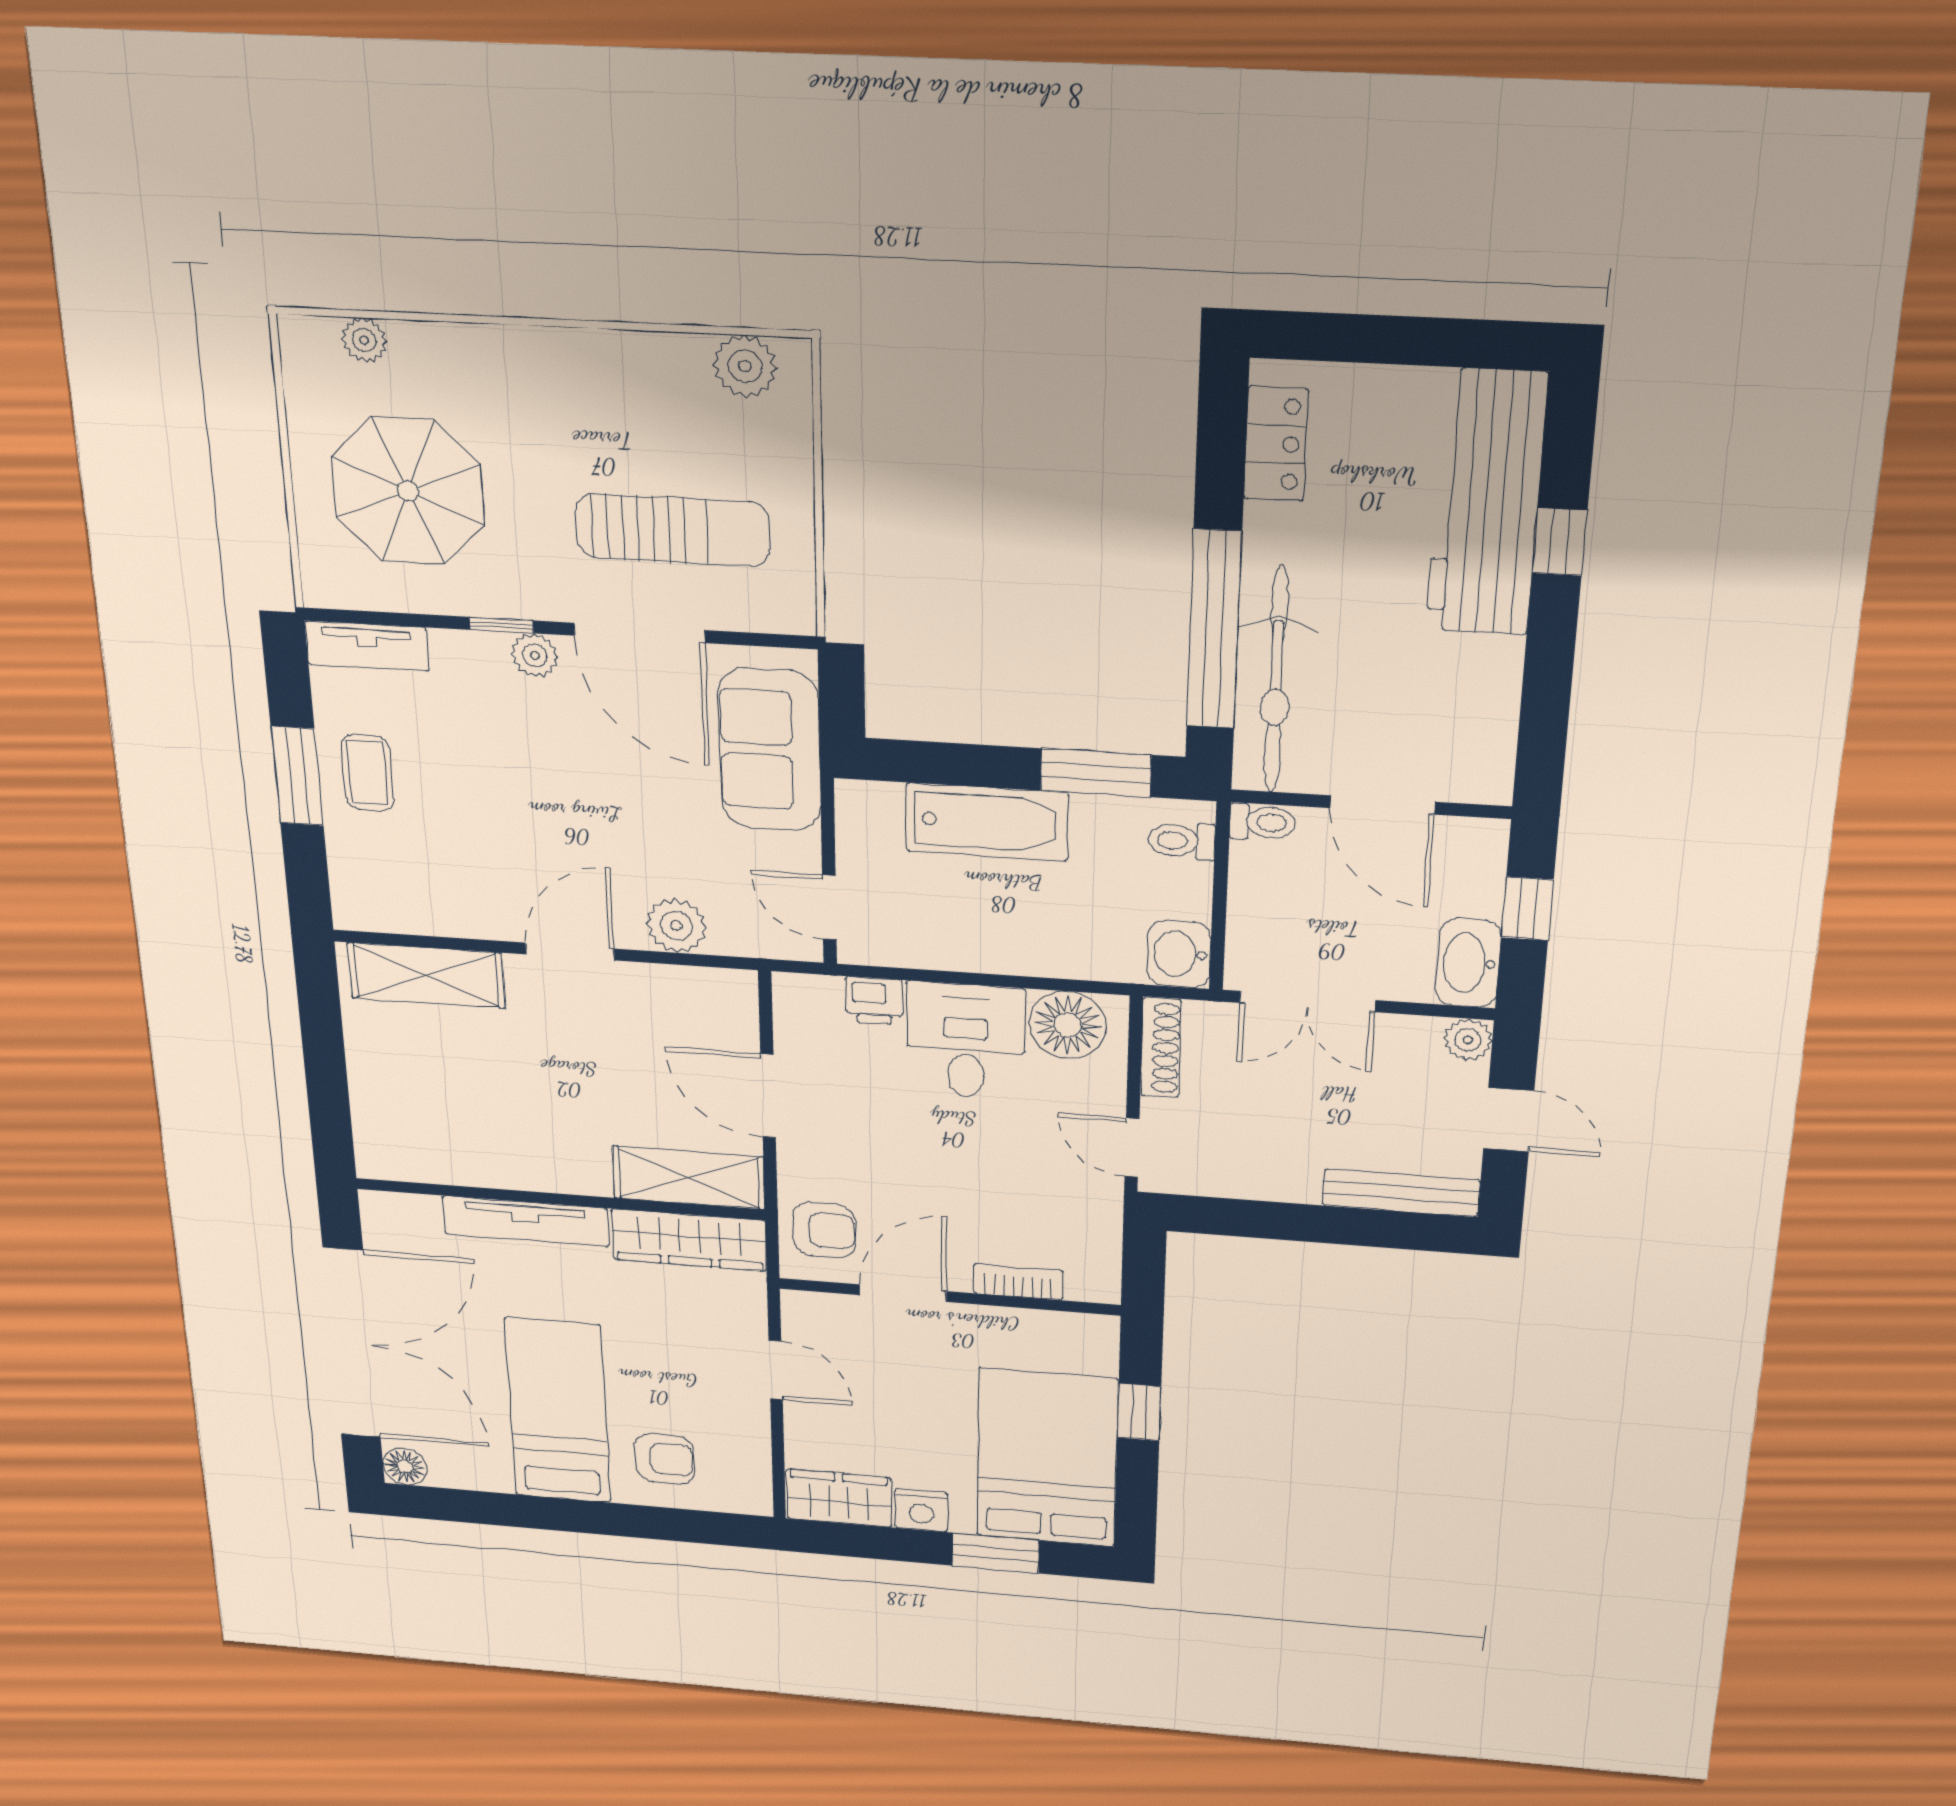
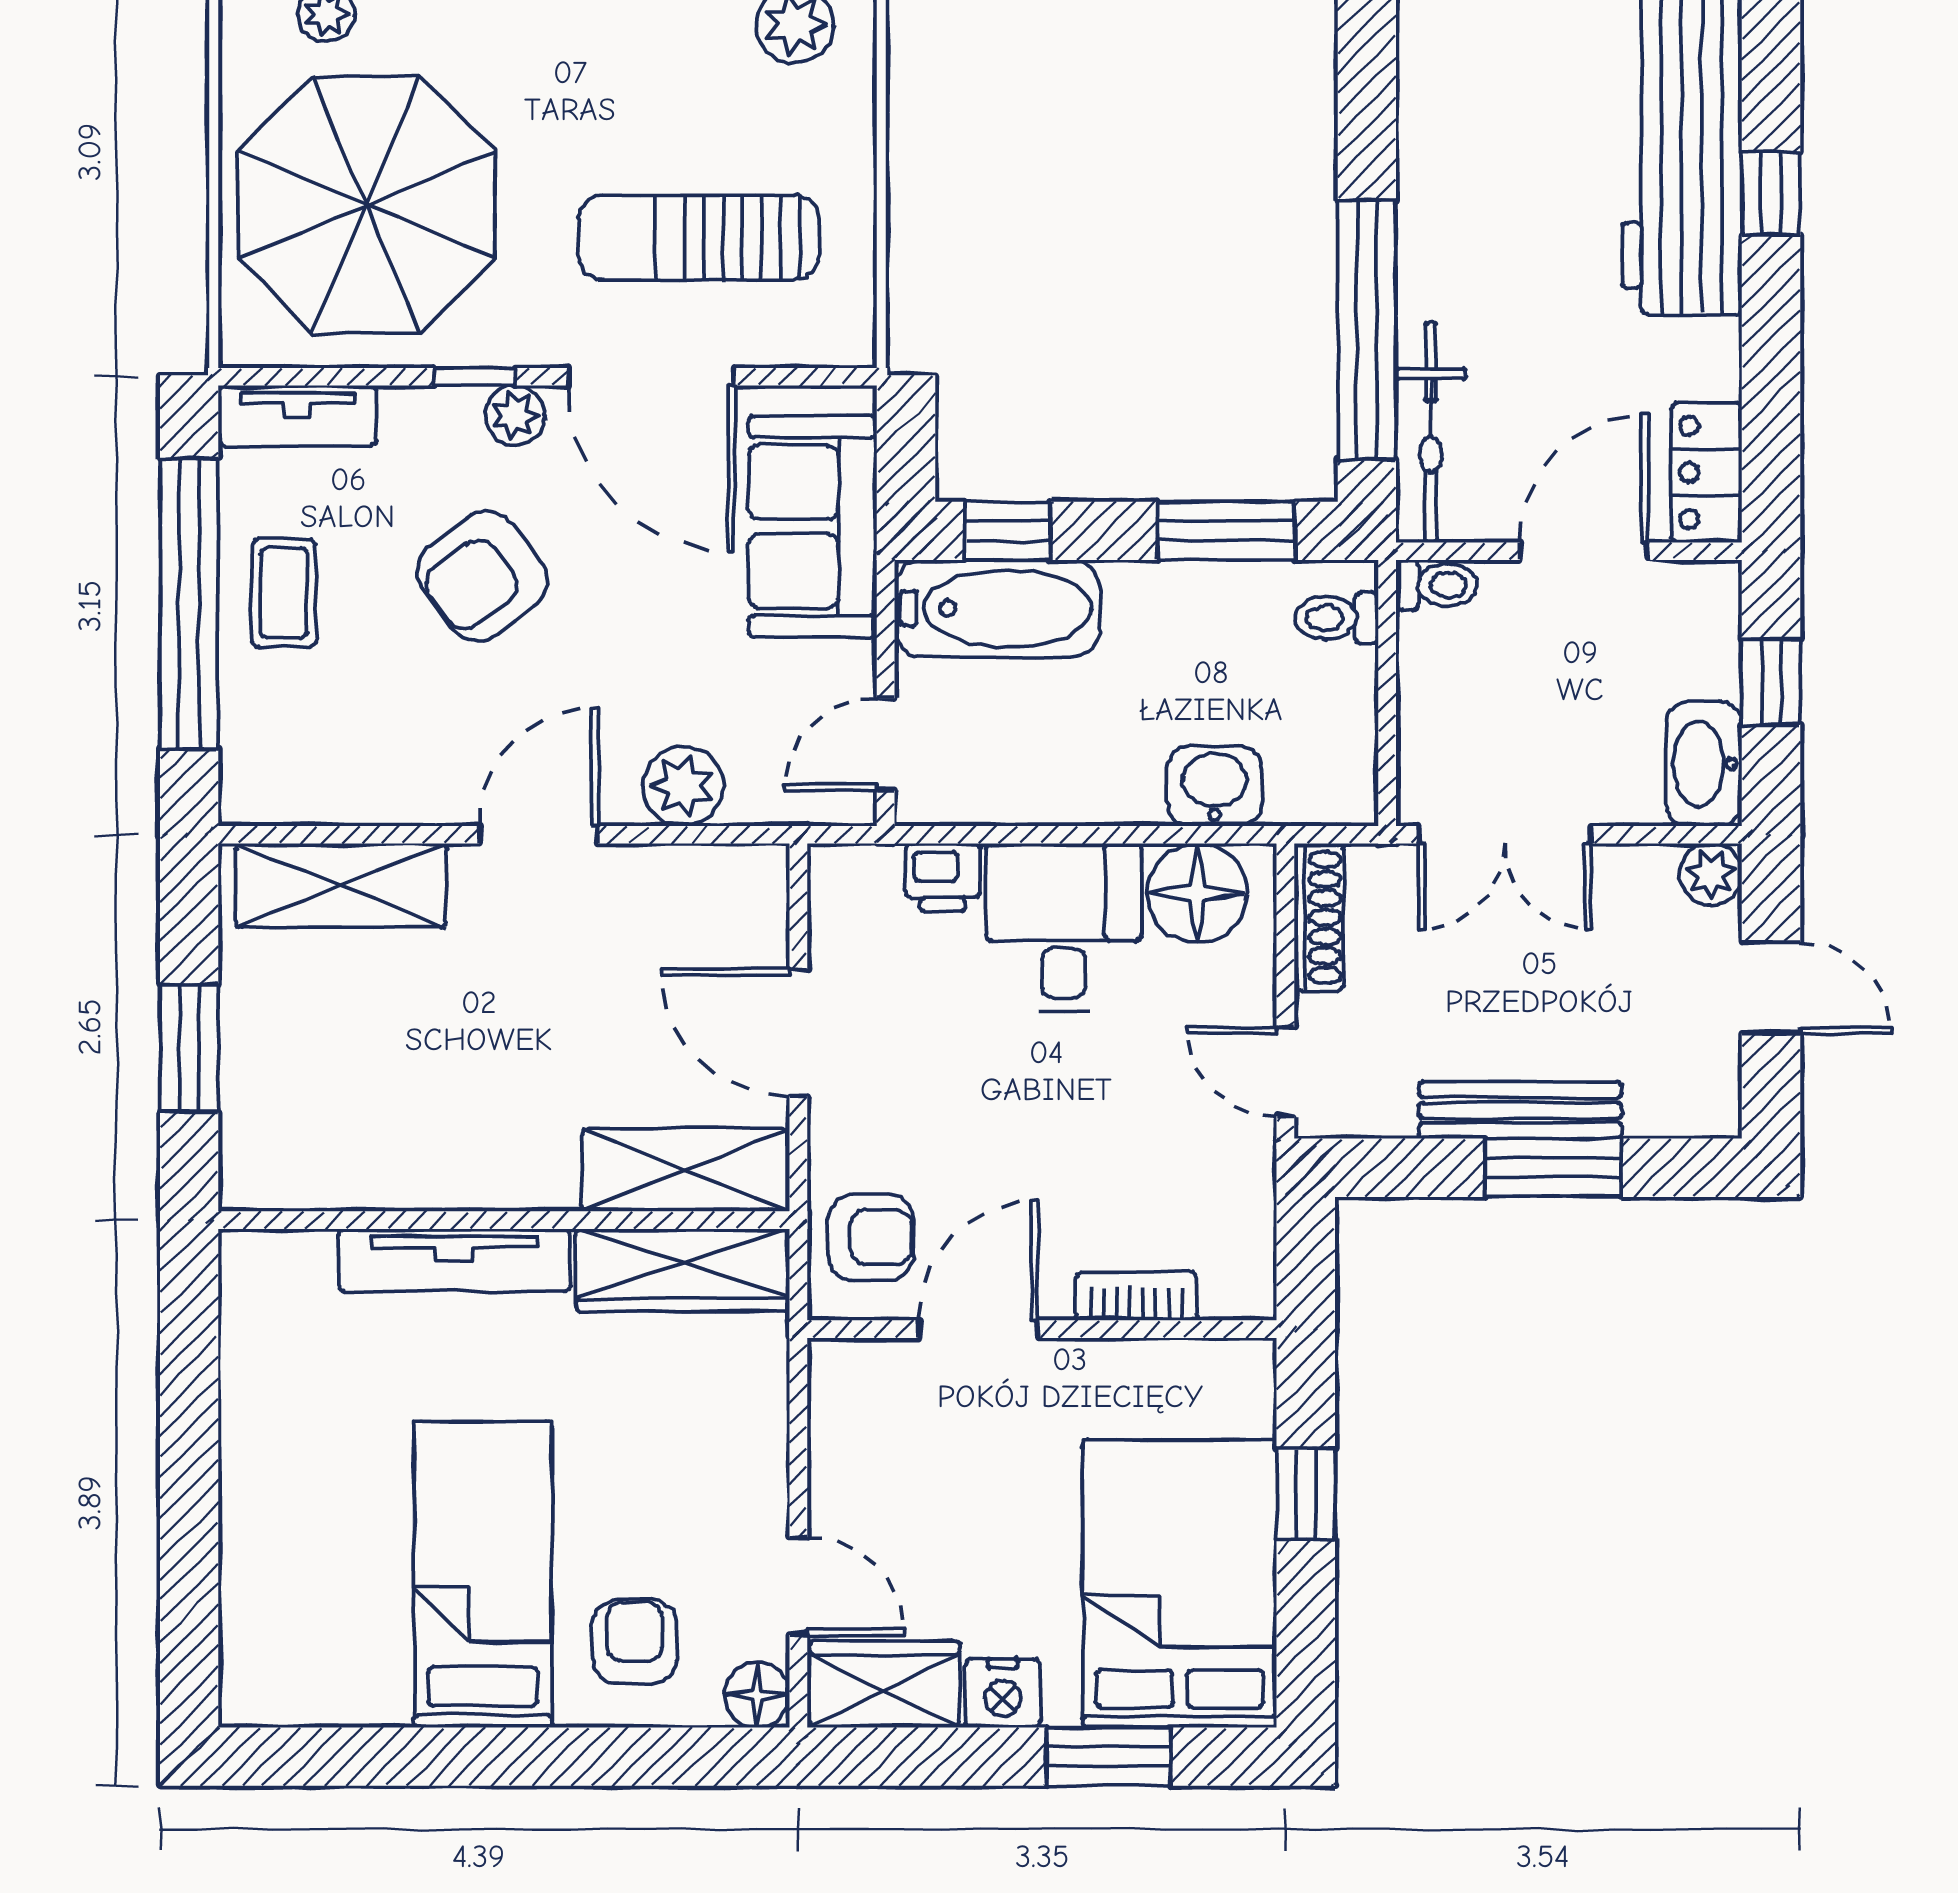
locker: (1276, 444) -> (1707, 473), moved, turned 180
parasol: (408, 491) -> (366, 205), width x1.36, depth x1.36
sun lounger: (673, 530) -> (699, 238), turned 180
bicycle: (1276, 680) -> (1431, 432), width x0.73, depth x0.71
window: (922, 762) -> (1008, 531), added
armchair: (517, 770) -> (482, 576), added
window: (297, 776) -> (189, 604), width x2.11
door: (1383, 805) -> (1584, 551), swing flipped
bathtub: (987, 822) -> (997, 608), moved
door: (829, 907) -> (886, 745), hinge flipped
washbasin: (1179, 954) -> (1215, 786), moved, turned 90
window: (326, 1074) -> (189, 1048), added
bench: (1401, 1193) -> (1520, 1110), moved
window: (1332, 1225) -> (1553, 1168), added
double door: (352, 1344) -> (189, 1488), removed
door: (776, 1370) -> (798, 1586), moved
armchair: (665, 1459) -> (635, 1642), turned -90
floor lamp: (405, 1466) -> (757, 1695), moved

